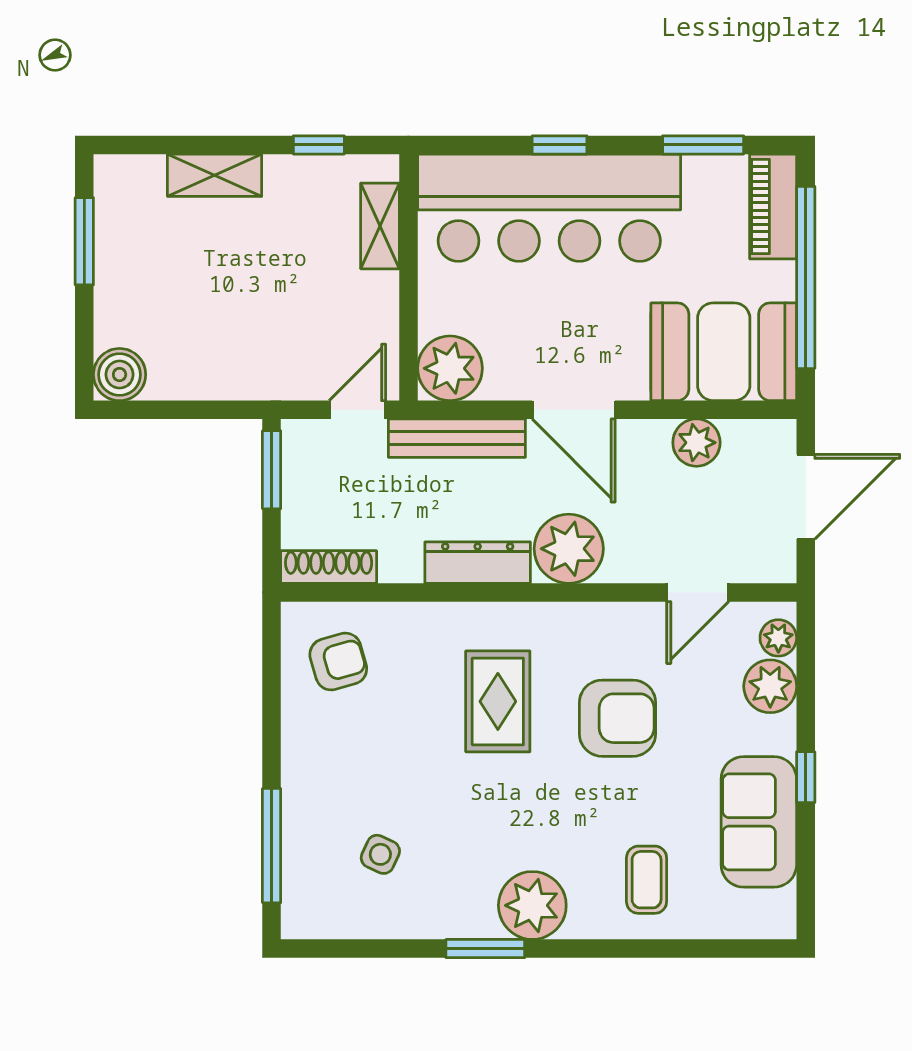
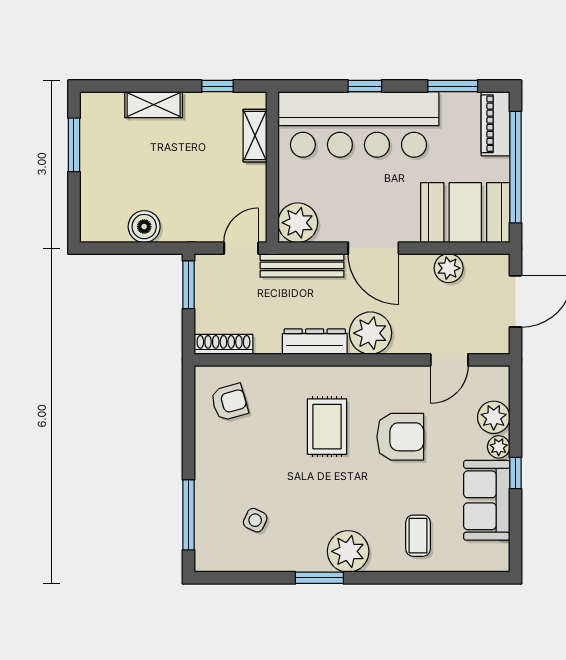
boiler: (120, 375) -> (144, 227), moved
plant: (778, 638) -> (499, 447), moved

